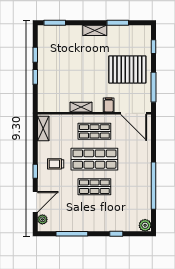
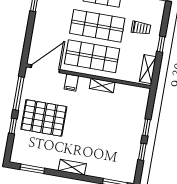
window: (118, 23) -> (32, 169), moved
window: (154, 47) -> (13, 126), moved
door: (134, 113) -> (45, 69), hinge flipped
shop shelf: (94, 131) -> (92, 56), width x1.43, depth x1.36
window: (35, 171) -> (161, 44), moved

